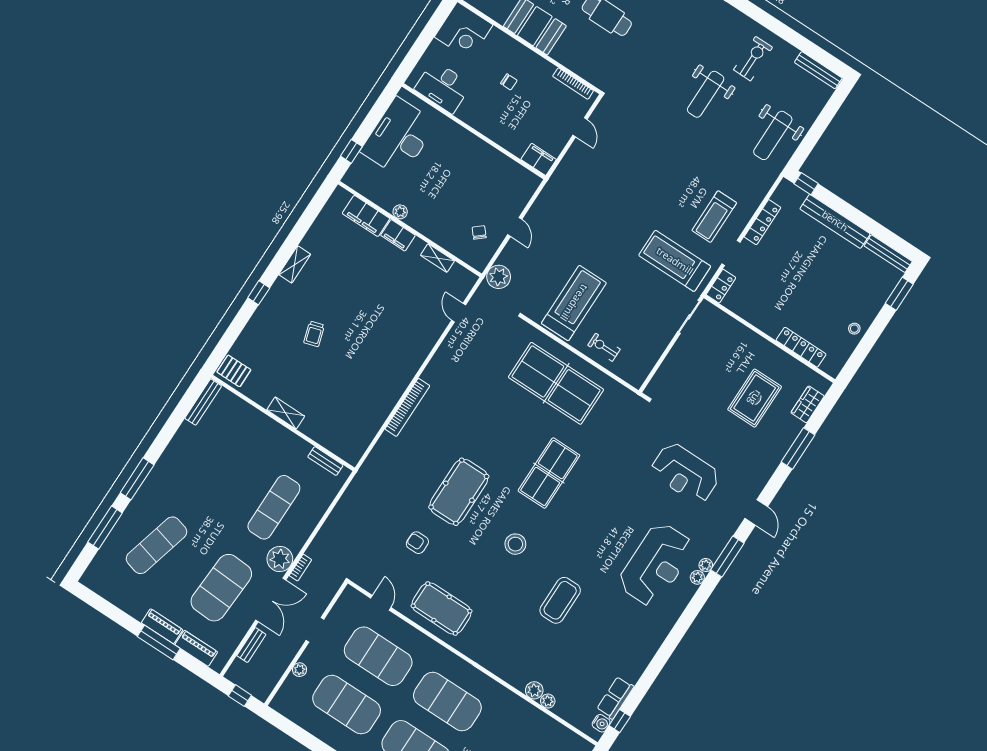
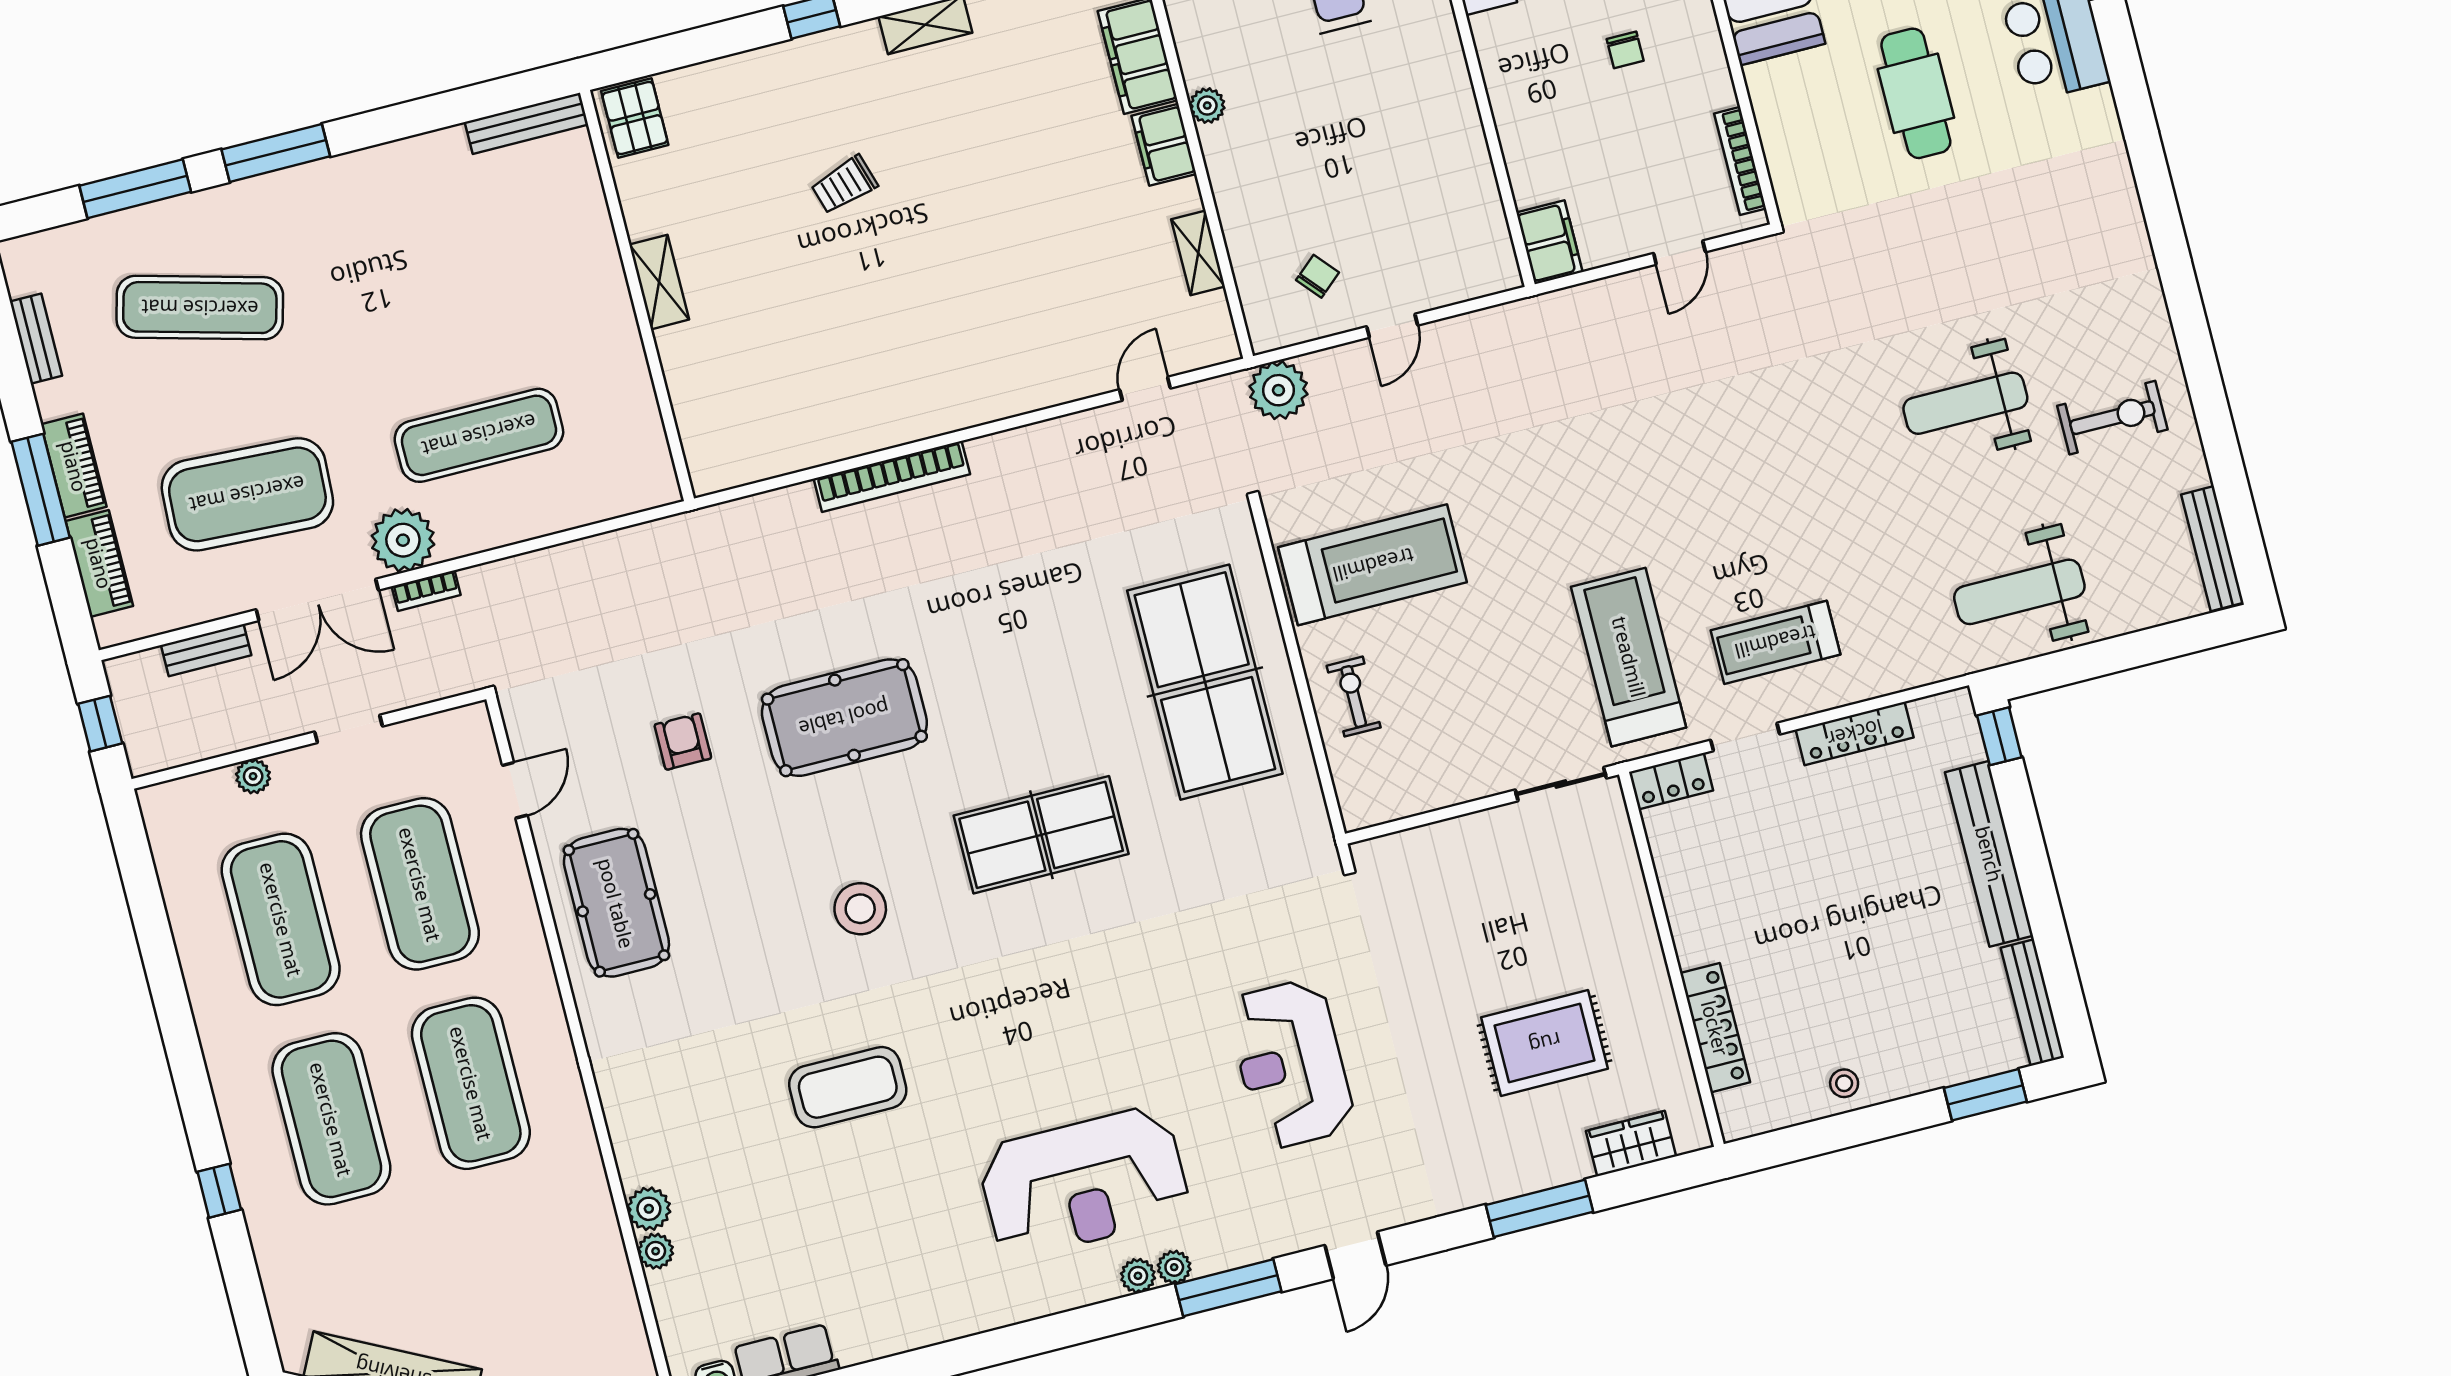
bench: (325, 461) -> (36, 339), moved

